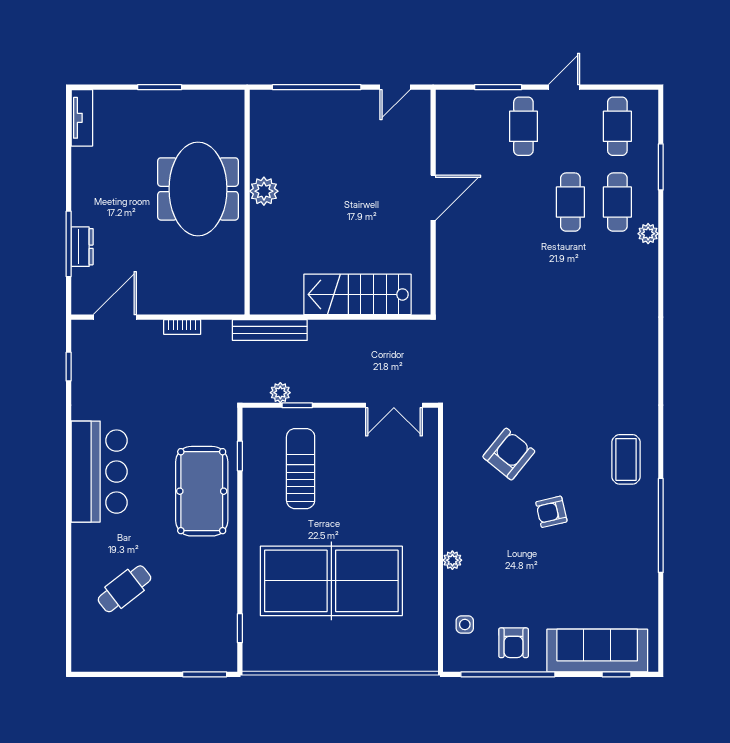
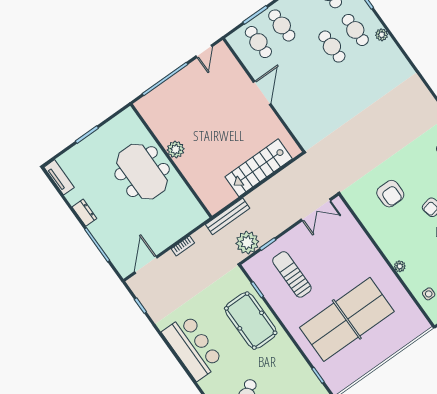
cafe table: (477, 126) -> (258, 42), added
dresser: (82, 247) -> (84, 213), moved
plant: (280, 393) -> (247, 243), width x1.88, depth x1.88
armchair: (509, 454) -> (390, 194), turned 141

